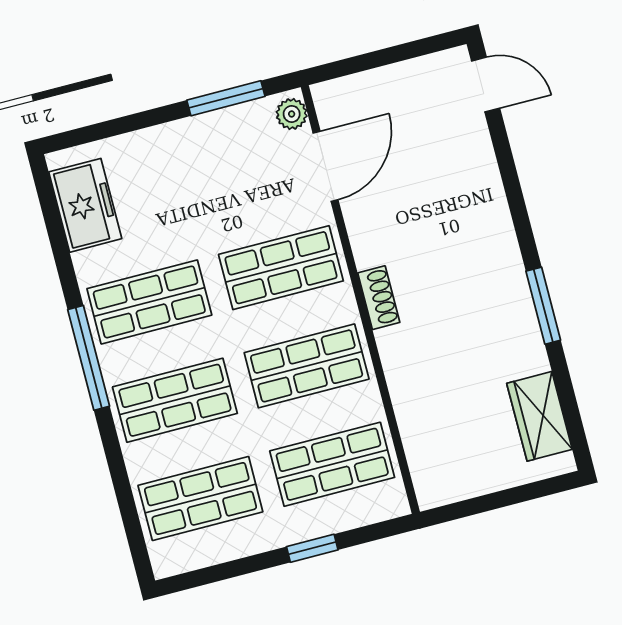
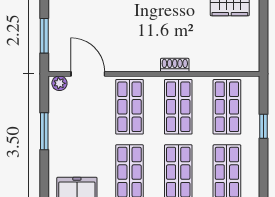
window: (379, 58) -> (44, 36), added
window: (226, 98) -> (44, 131), moved
shoe rack: (379, 298) -> (175, 65), moved

